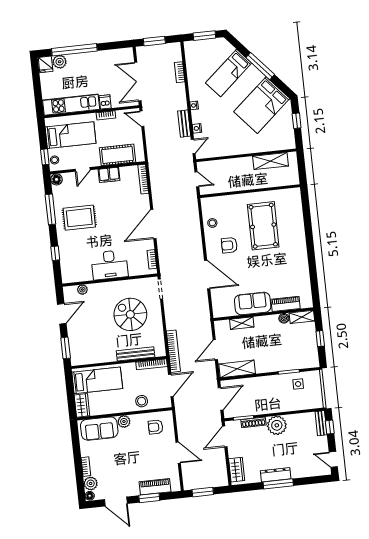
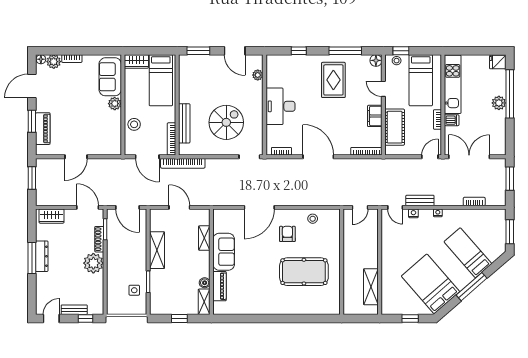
plant: (60, 62) -> (499, 103), moved
shelving: (237, 369) -> (157, 250), moved
bench: (321, 423) -> (74, 310), moved
armchair: (156, 427) -> (105, 136), removed

